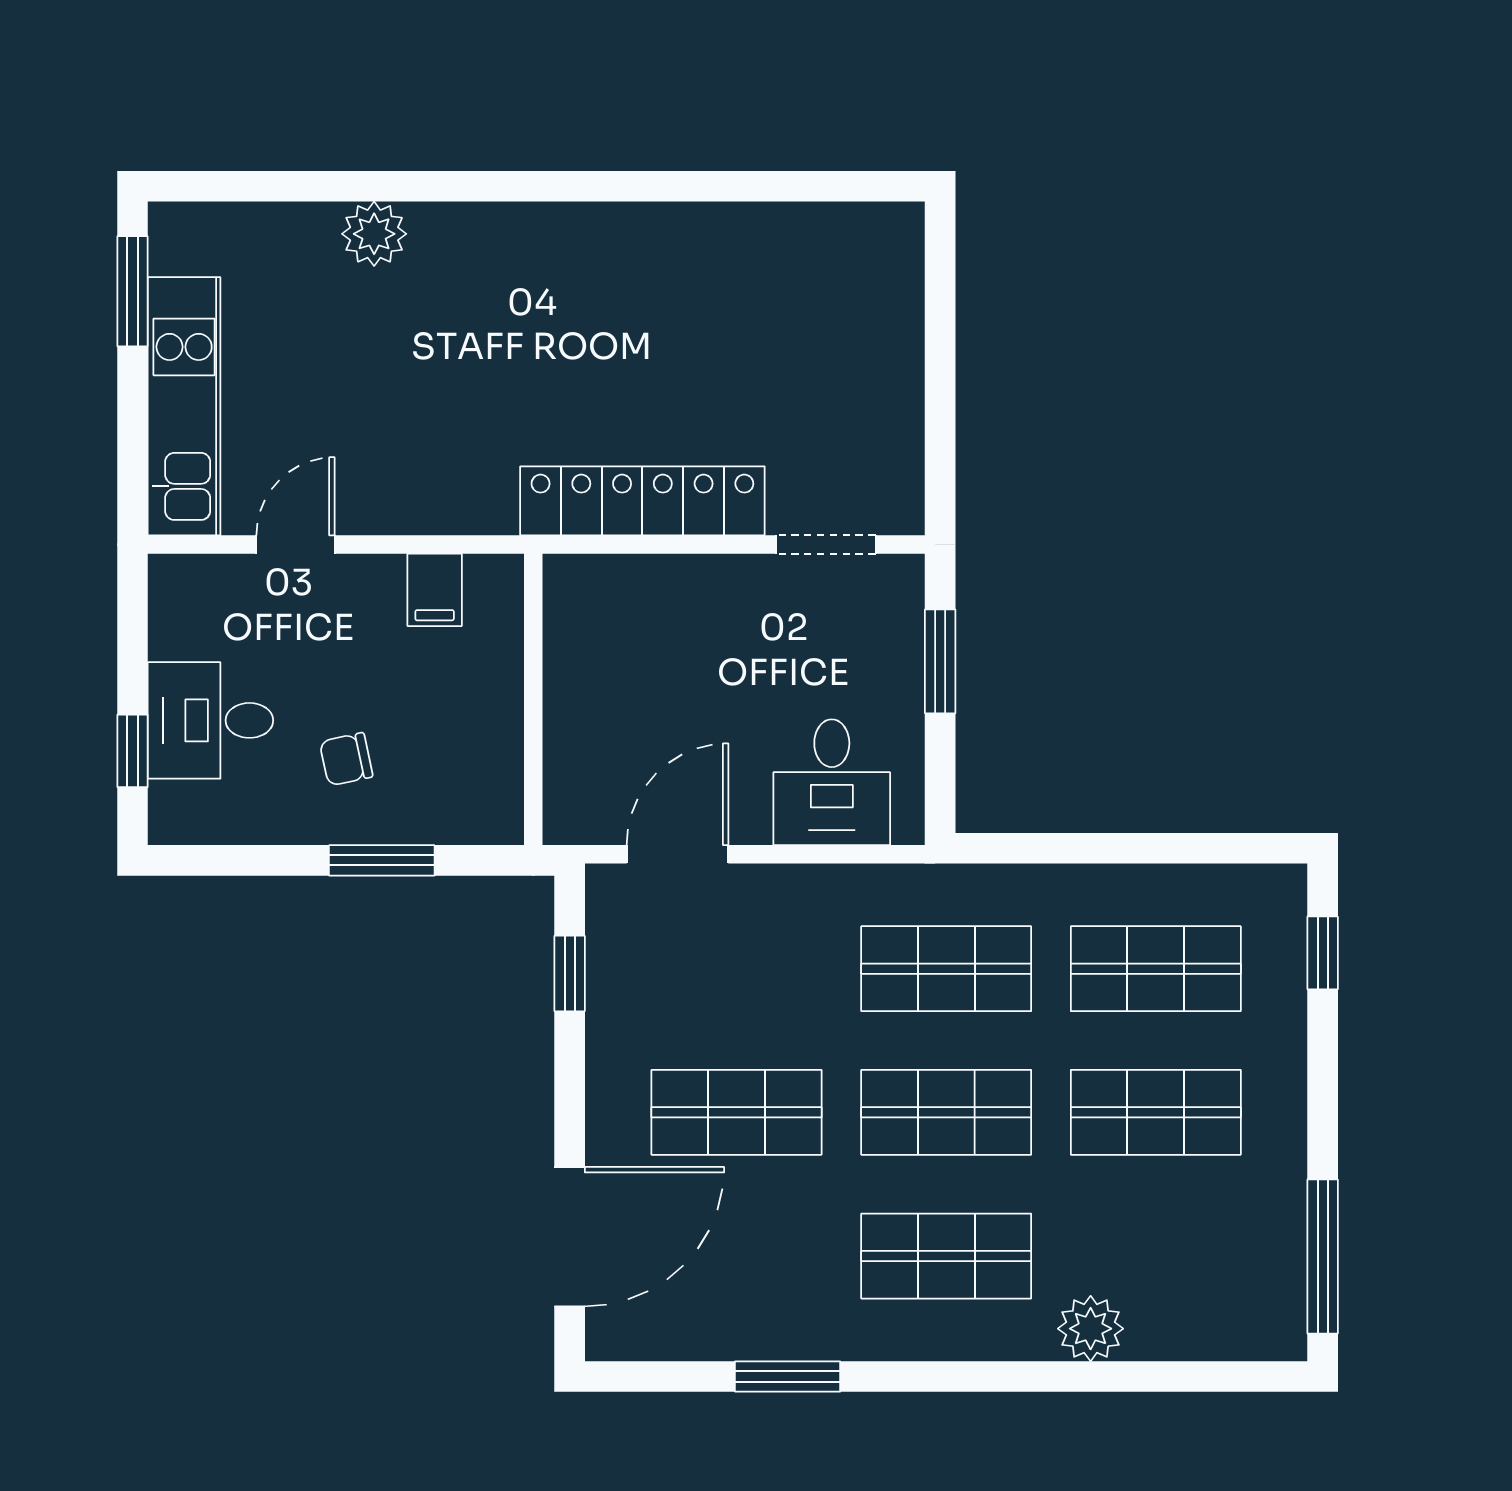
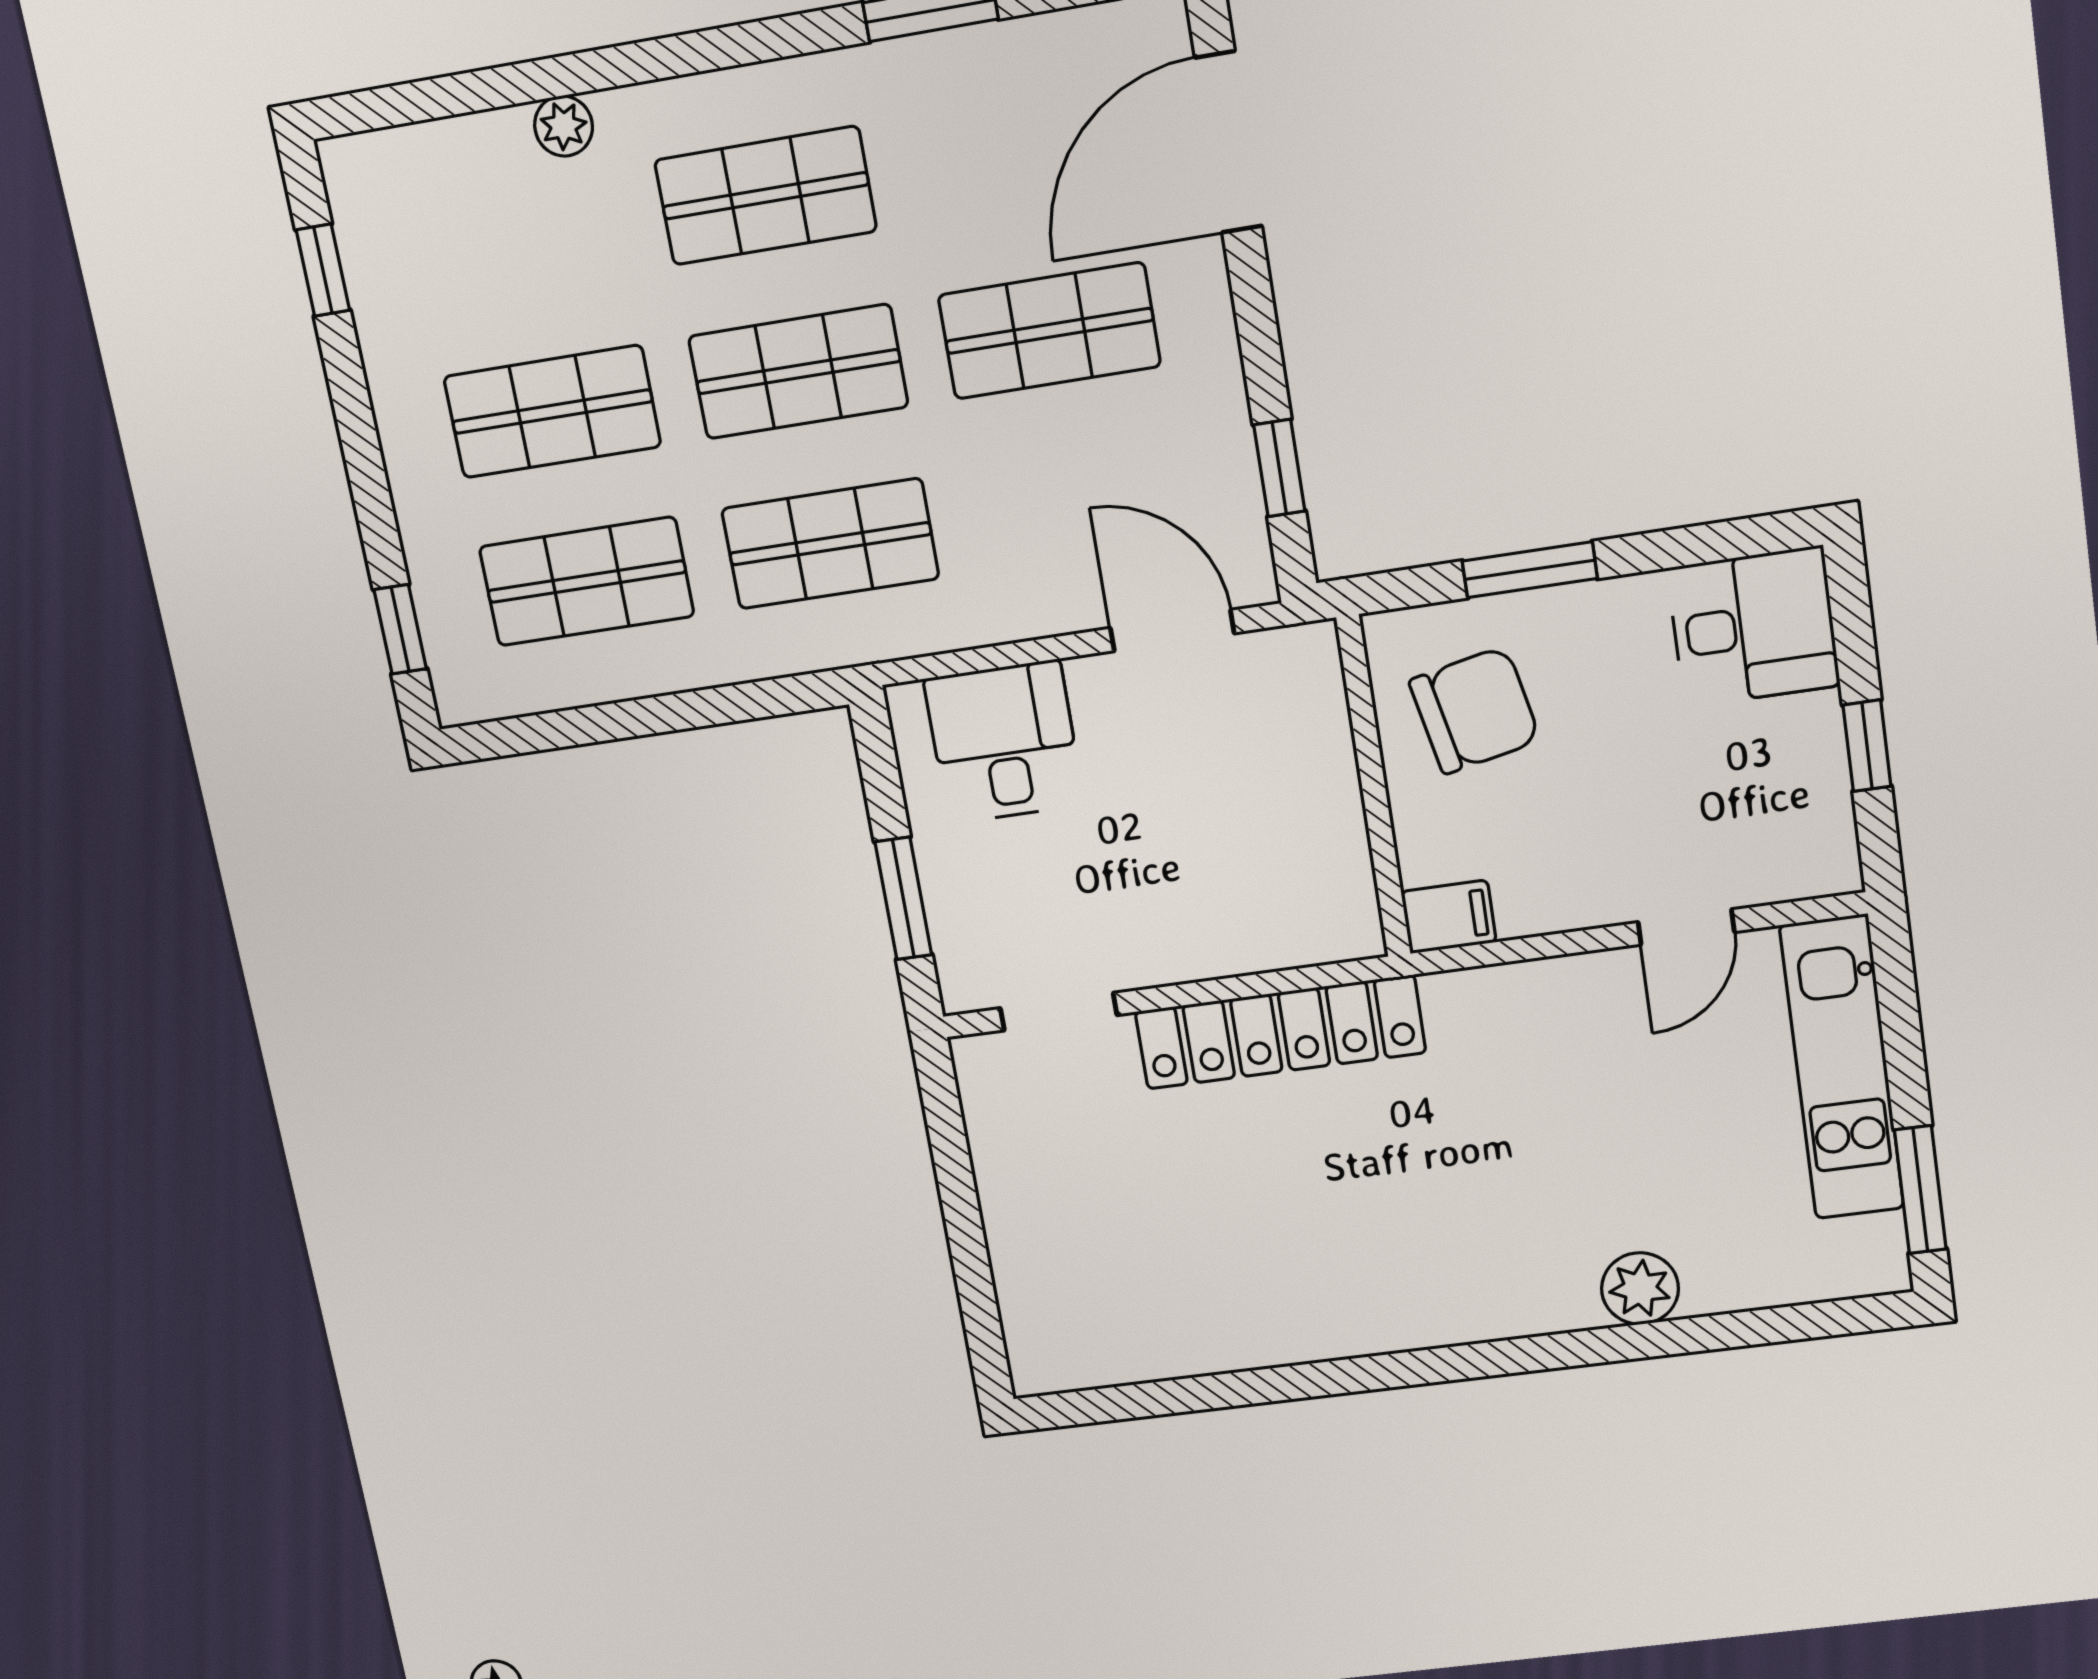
filing cabinet: (435, 590) -> (1449, 917), moved, turned 90
desk: (210, 720) -> (1754, 627), moved
window: (132, 751) -> (1867, 746), moved
chair: (346, 759) -> (1475, 710), moved, width x1.87, depth x1.87
door: (677, 854) -> (1172, 631), swing flipped
window: (1323, 1257) -> (323, 270), width x0.46
plant: (1091, 1329) -> (564, 126), width x0.73, depth x0.73

